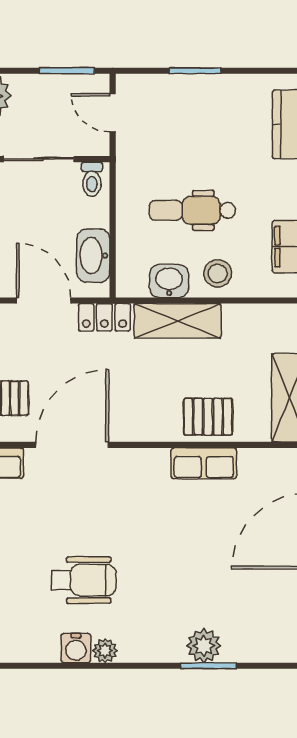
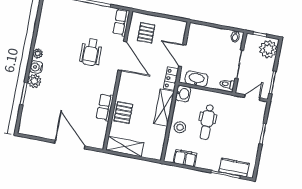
dental chair: (192, 210) -> (207, 122), turned 180
washbasin: (169, 281) -> (183, 94), moved
door: (44, 300) -> (182, 56), swing flipped
wheelchair: (83, 580) -> (91, 52), moved
plant: (204, 646) -> (34, 81), moved
water cooler: (76, 648) -> (36, 67), moved

